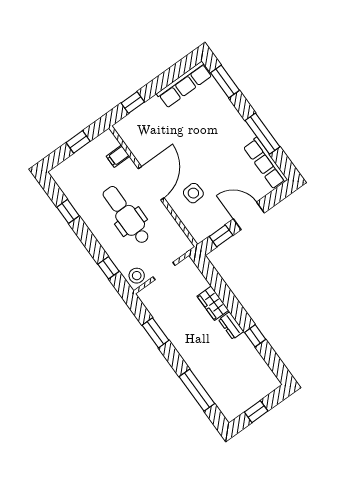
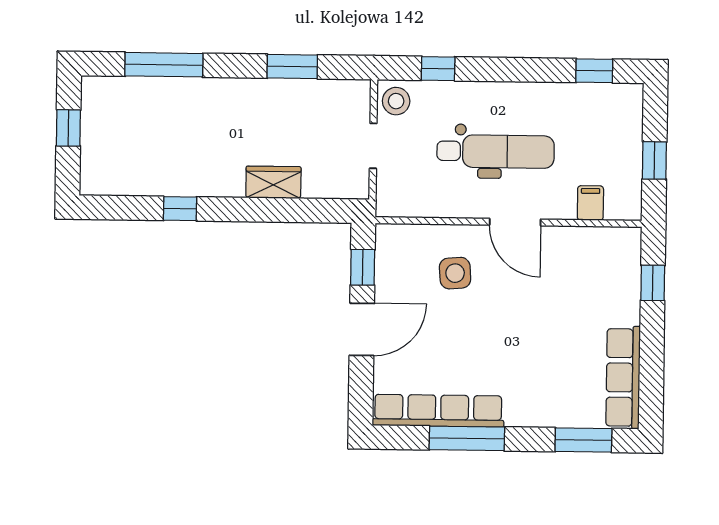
row of seats: (265, 163) -> (438, 411), width x1.36
door: (151, 183) -> (515, 222), width x0.73
window: (68, 211) -> (594, 71), moved
dresser: (231, 325) -> (221, 185), removed

